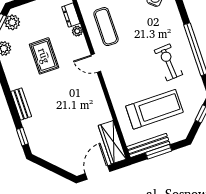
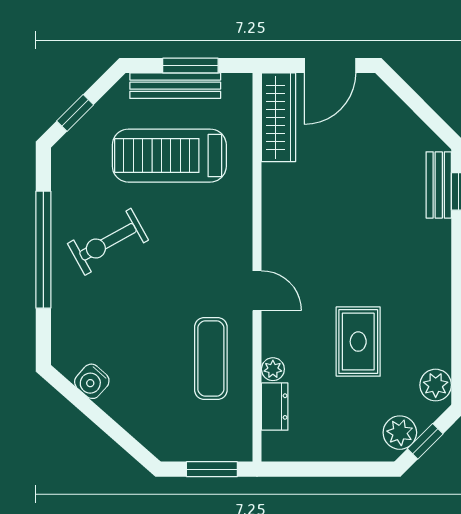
exercise bike: (168, 62) -> (108, 242), turned 65
bench: (21, 104) -> (439, 185), moved
bench: (148, 145) -> (175, 86), moved

